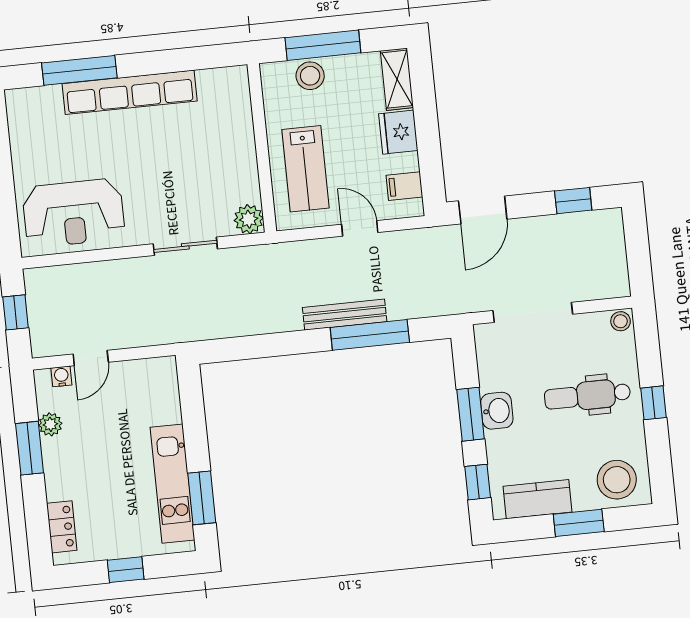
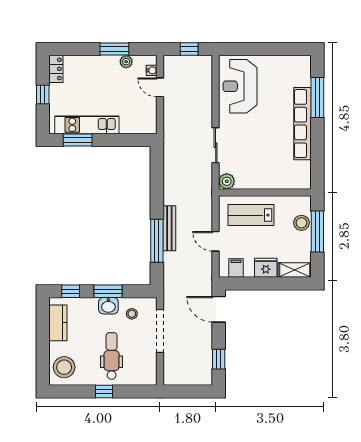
door: (360, 228) -> (216, 241), swing flipped
stool: (621, 321) -> (132, 314), moved
window: (579, 523) -> (43, 344), removed
locker: (62, 527) -> (56, 69), moved, turned -90

